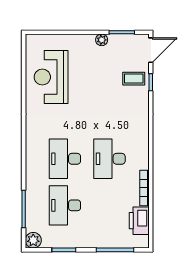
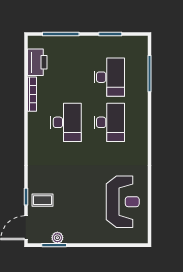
plant: (102, 40) -> (57, 238), moved
plant: (33, 240) -> (140, 43), removed

